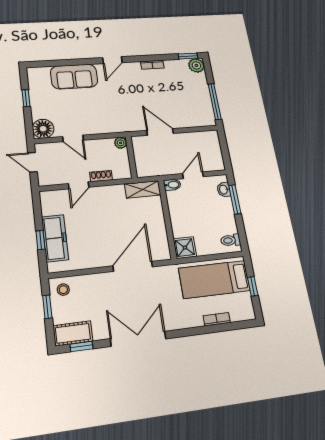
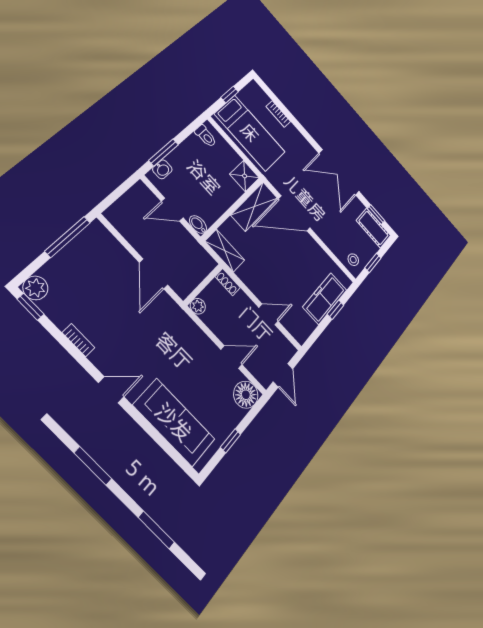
sofa: (74, 77) -> (174, 422), width x1.36
door: (73, 138) -> (231, 357), hinge flipped
shoe rack: (101, 176) -> (228, 282), moved
shelving: (158, 237) -> (254, 206), added

